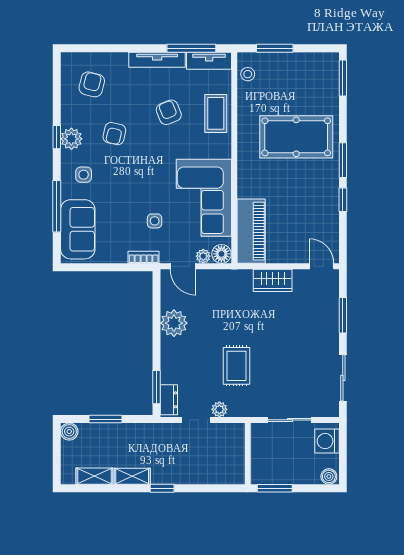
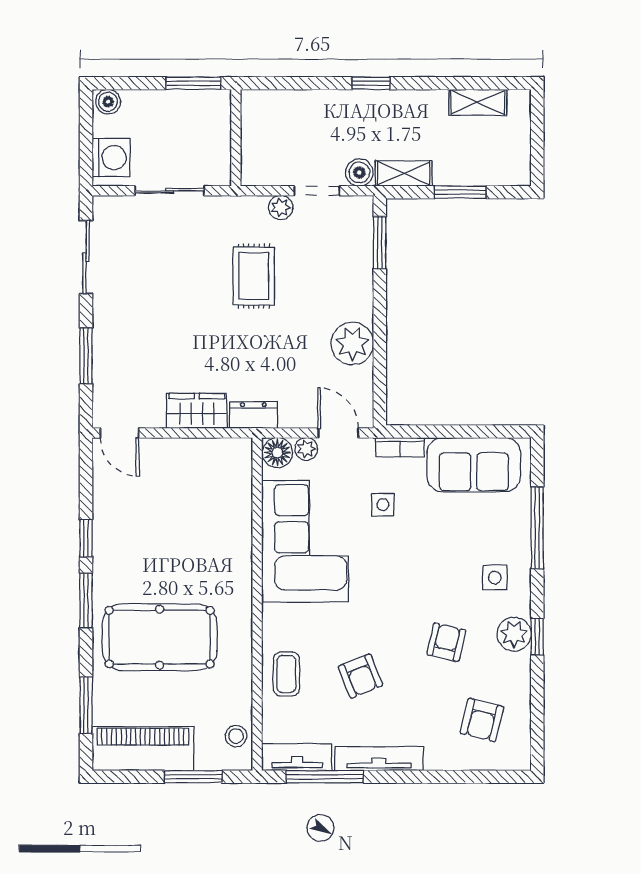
window: (343, 78) -> (86, 705), moved
coffee table: (216, 113) -> (286, 674), width x0.73, depth x0.77
sofa: (78, 229) -> (474, 465), moved, turned -90
piano: (251, 231) -> (143, 749), moved, turned 90
dresser: (169, 400) -> (253, 415), moved, turned 90
boiler: (69, 432) -> (359, 173), moved
shelving: (132, 476) -> (404, 173), moved

